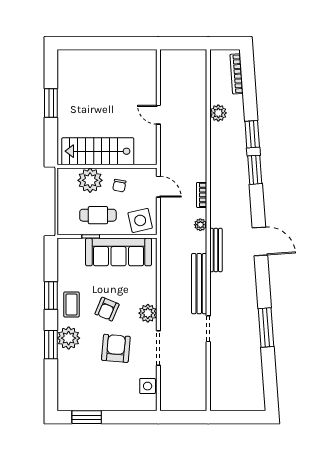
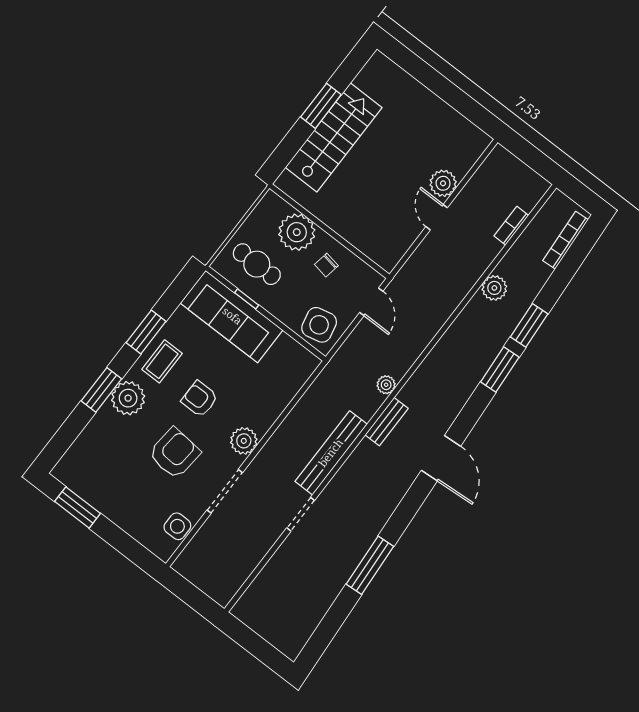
plant: (148, 94) -> (443, 183), added
plant: (218, 113) -> (494, 288), moved
stairs: (98, 151) -> (334, 137), moved, turned 90
bookcase: (202, 195) -> (511, 226), moved
cafe table: (98, 215) -> (257, 264), moved
bench: (216, 250) -> (387, 422), width x0.73
sofa: (118, 252) -> (232, 316), moved
armchair: (107, 309) -> (200, 399), turned 67

